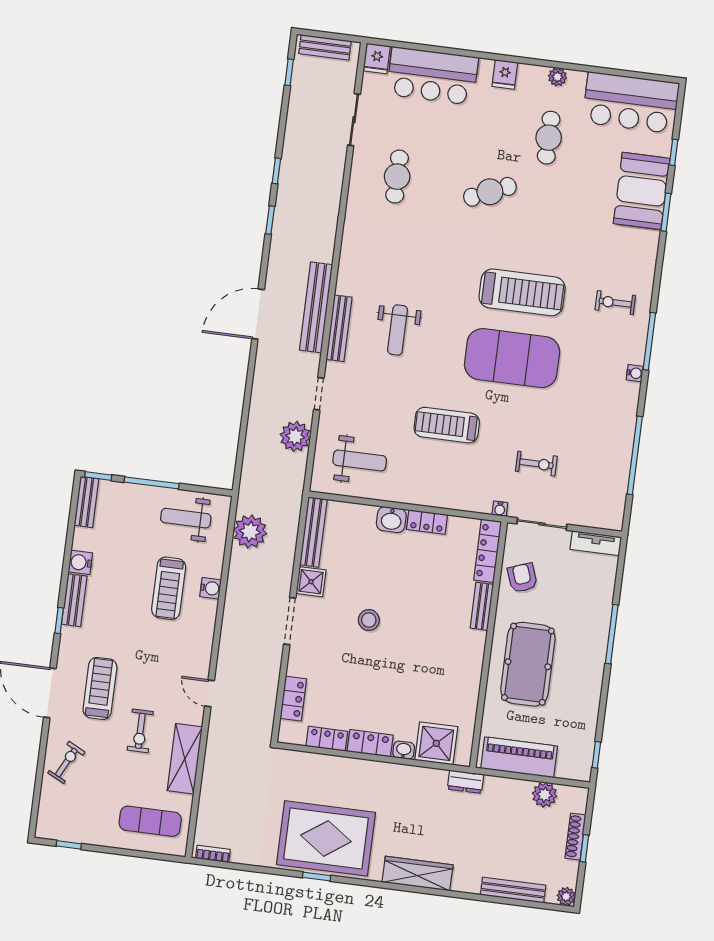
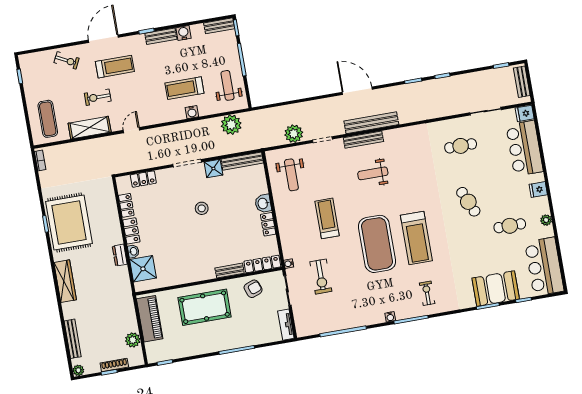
exercise bike: (536, 464) -> (321, 277), width x1.38, depth x1.39
dresser: (466, 782) -> (120, 255), moved

